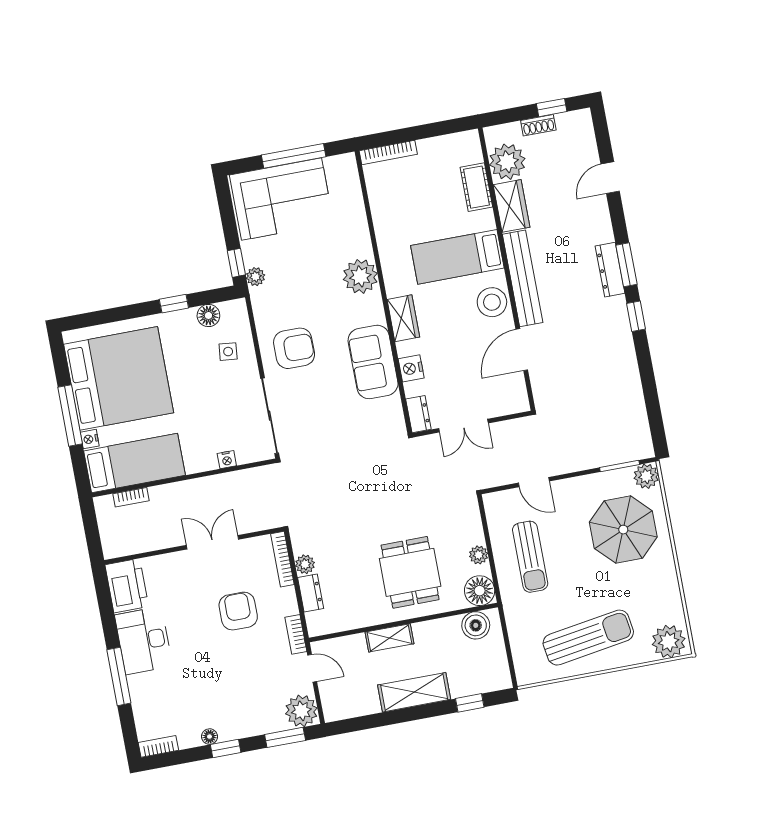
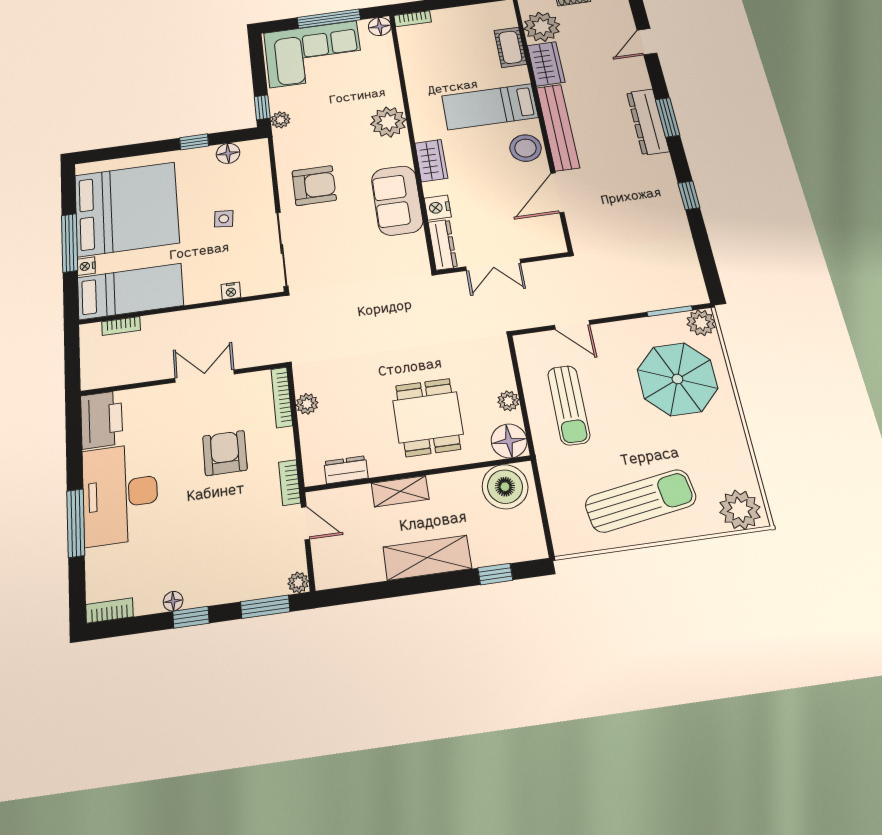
bookcase: (388, 152) -> (413, 19), width x0.64
floor lamp: (346, 165) -> (380, 27), added
dresser: (610, 270) -> (648, 122), width x1.37, depth x1.24
window: (636, 316) -> (689, 195), moved
side table: (228, 352) -> (224, 219), moved
dresser: (418, 414) -> (443, 245), width x1.44
dresser: (311, 593) -> (346, 470), moved, turned -90
boiler: (476, 625) -> (505, 487), width x1.37, depth x1.37
desk: (144, 641) -> (120, 494), width x1.36, depth x1.30
plant: (301, 711) -> (298, 582), width x0.53, depth x0.53

